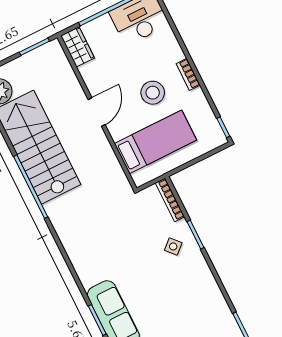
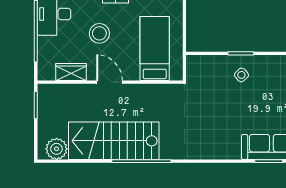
wardrobe: (78, 47) -> (71, 72), moved
stool: (153, 93) -> (99, 33), moved
bookcase: (170, 200) -> (205, 60), removed

